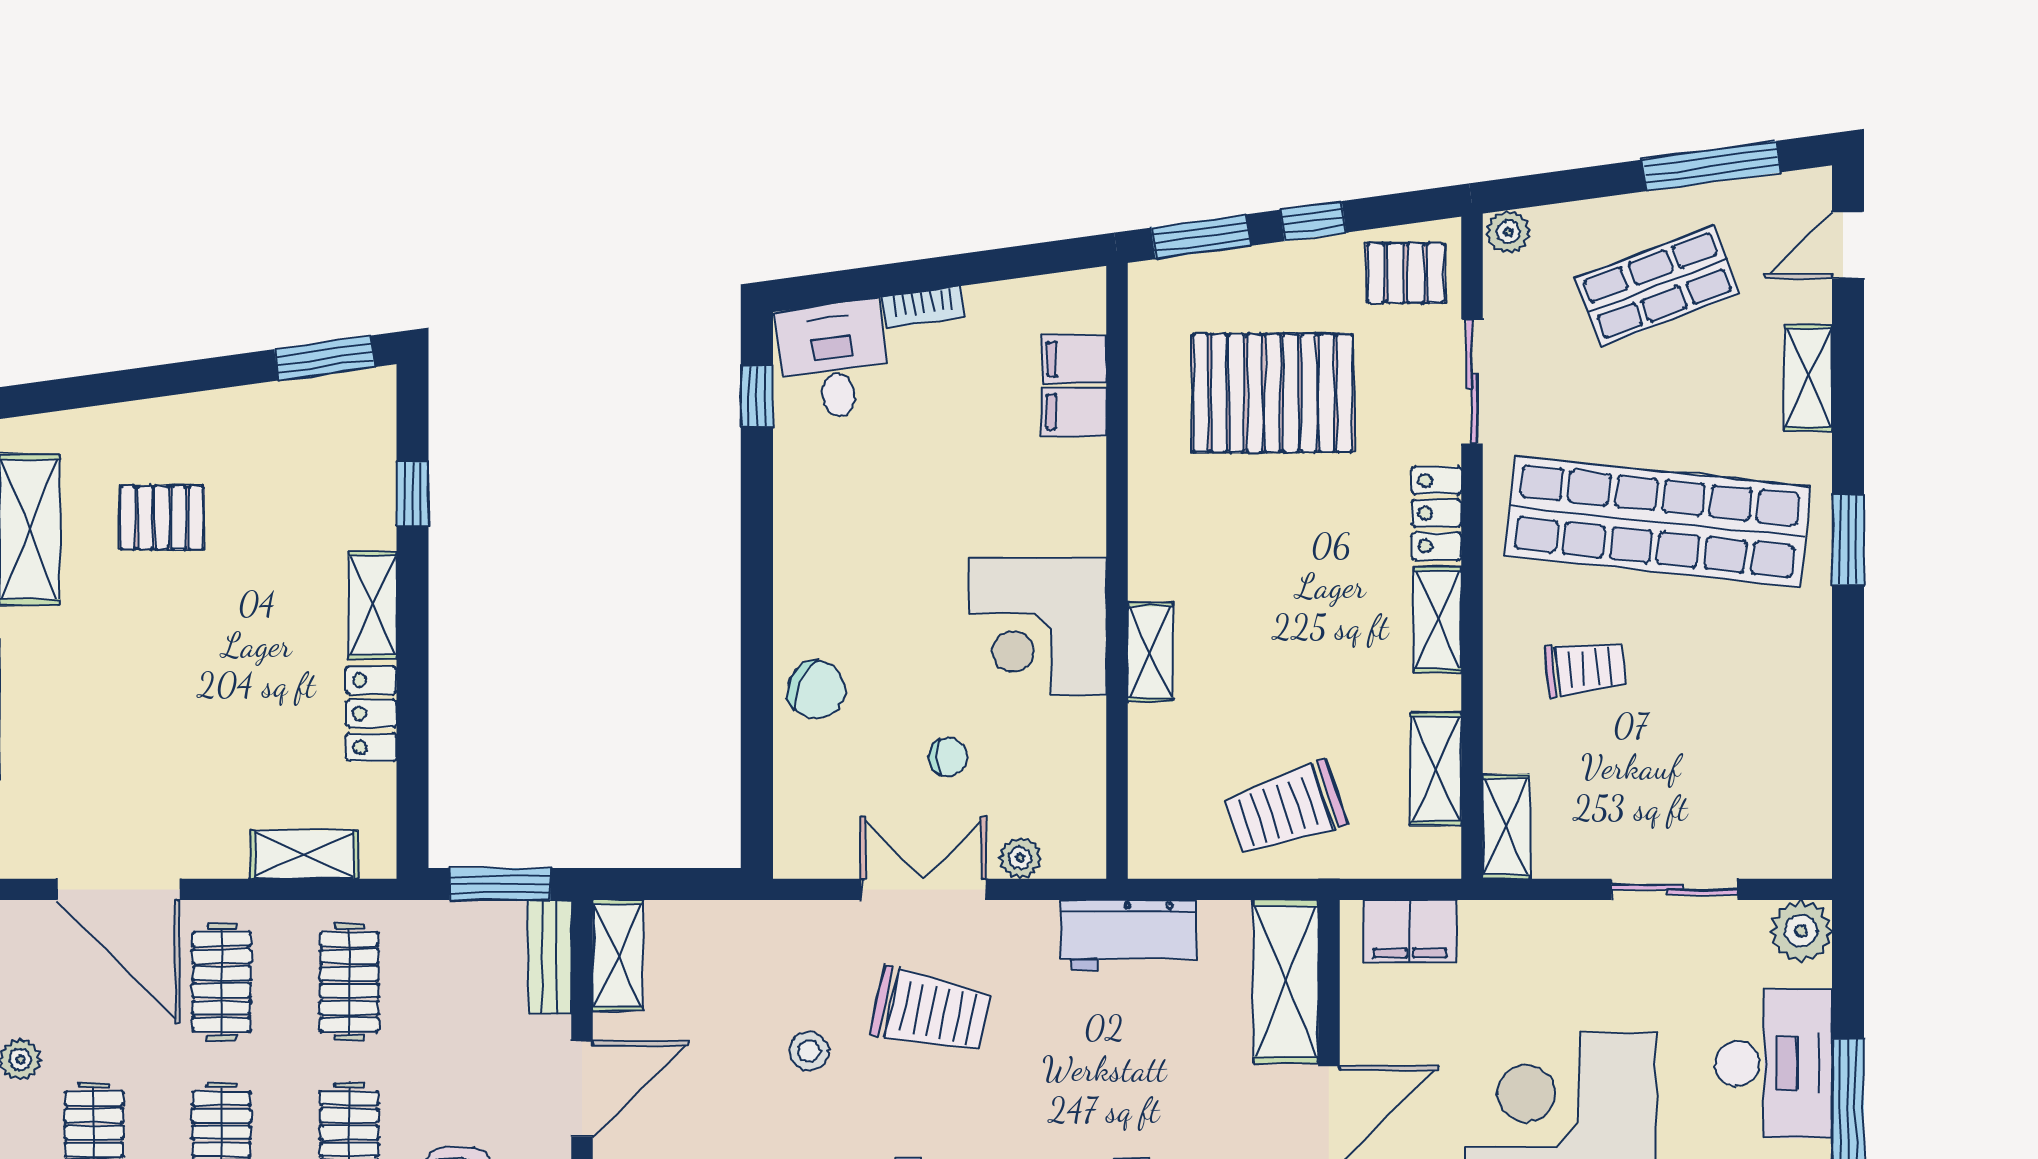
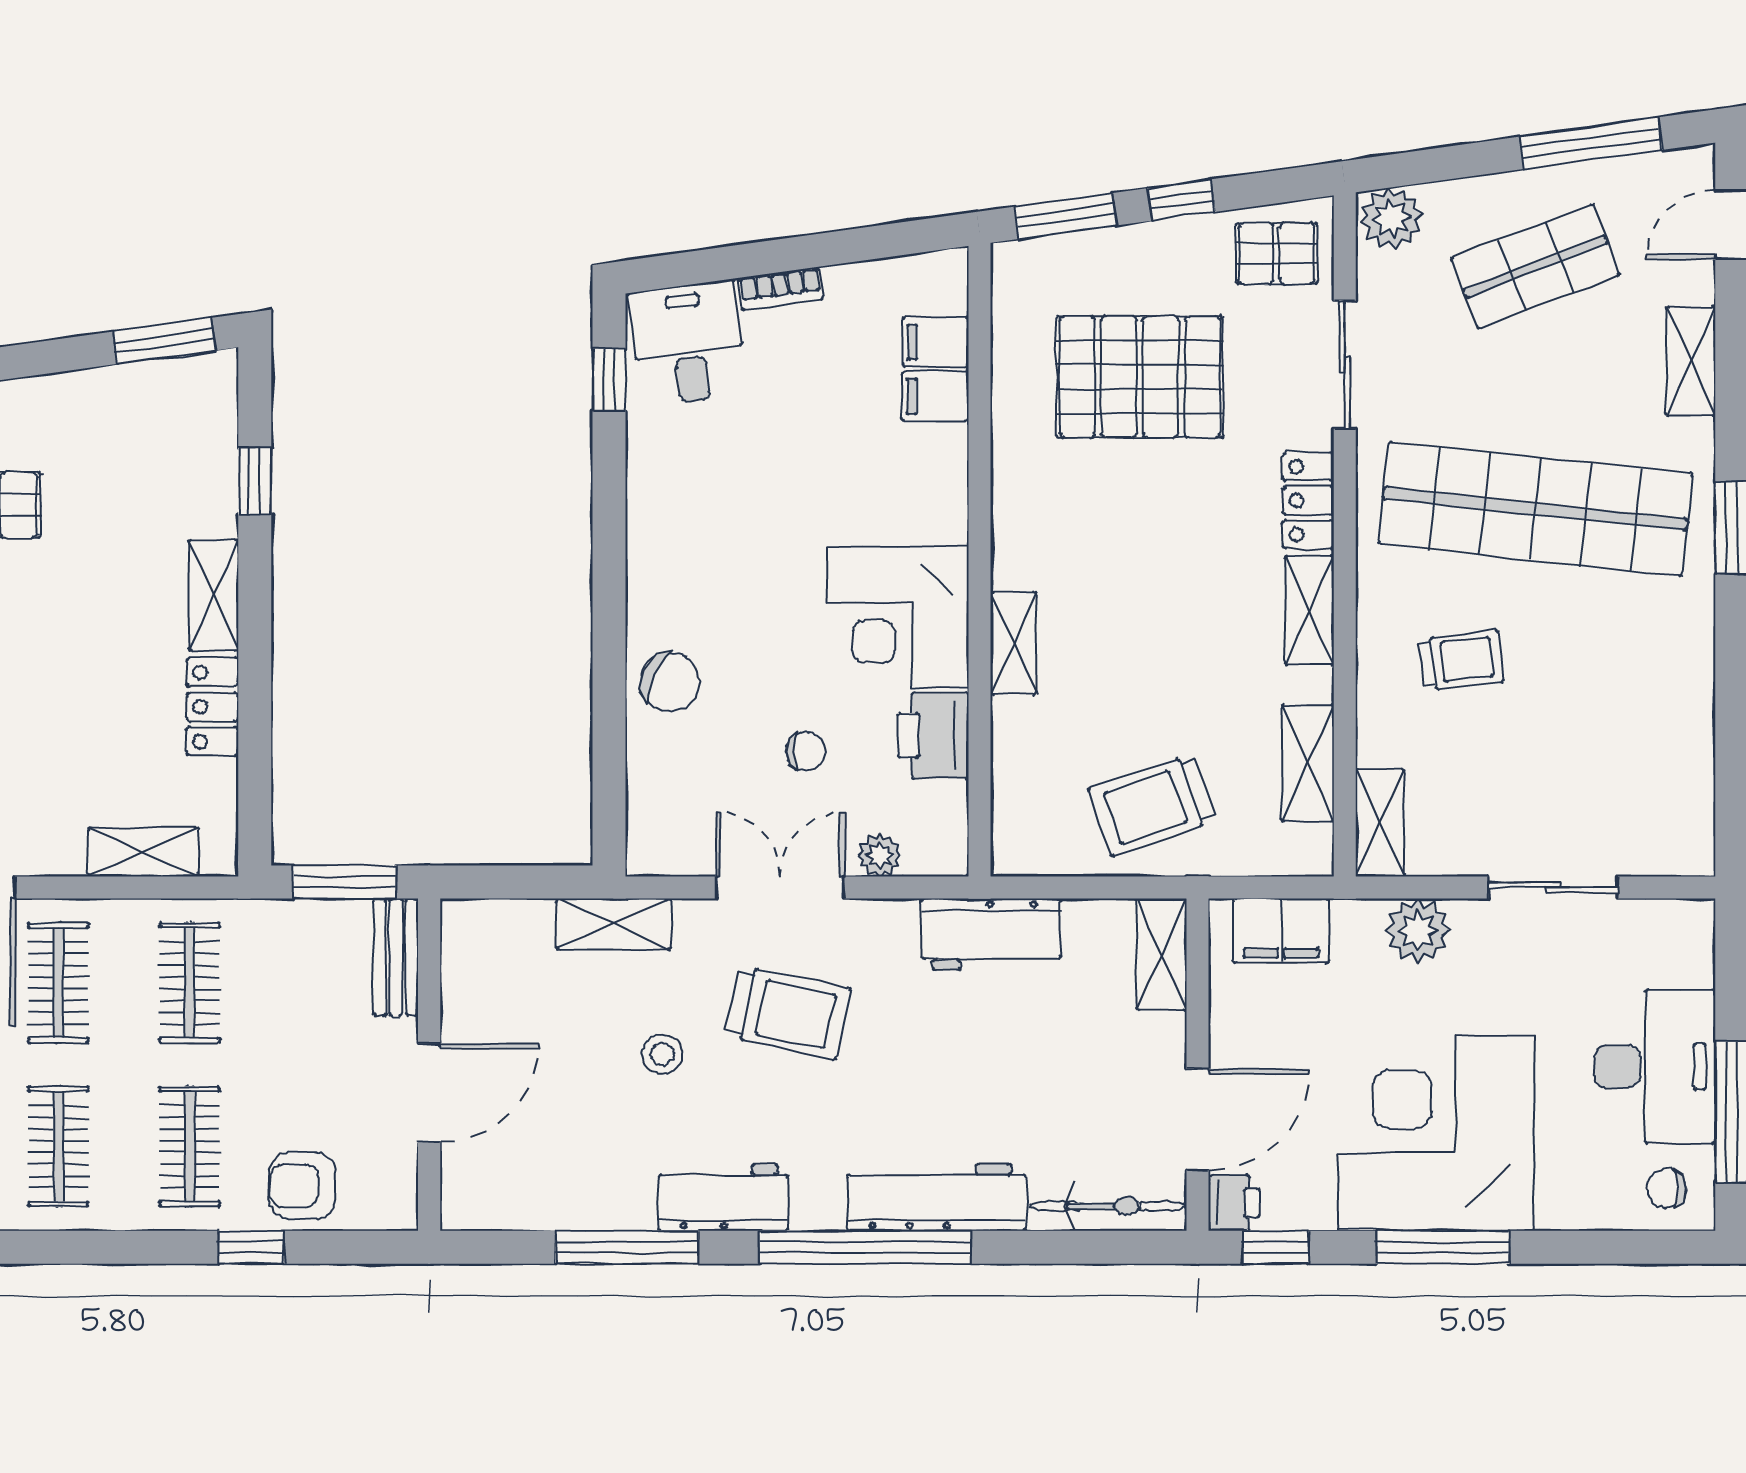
plant: (1508, 232) -> (1392, 218), width x1.38, depth x1.38
printer: (1072, 742) -> (933, 735), added
plant: (1801, 931) -> (1418, 930), moved
shelving: (618, 955) -> (613, 924), moved, turned 90
shelving: (1286, 982) -> (1161, 954), width x0.67, depth x0.75

